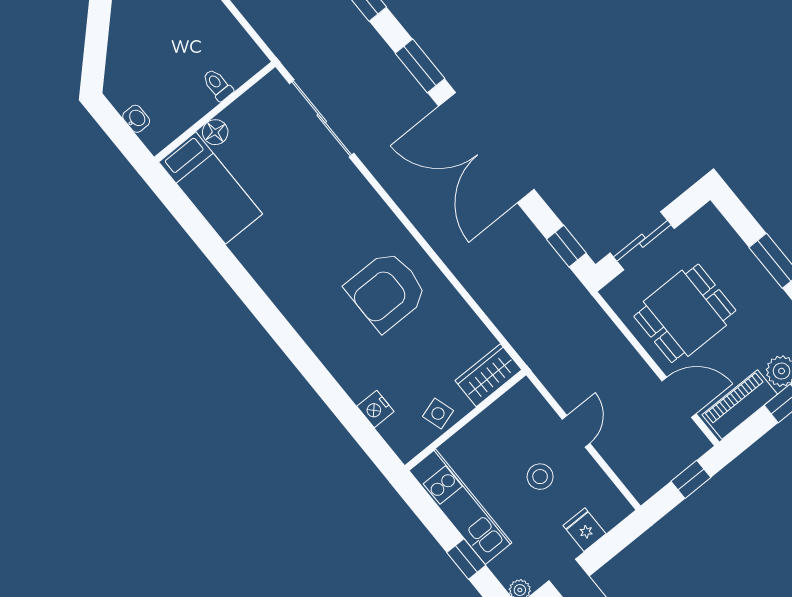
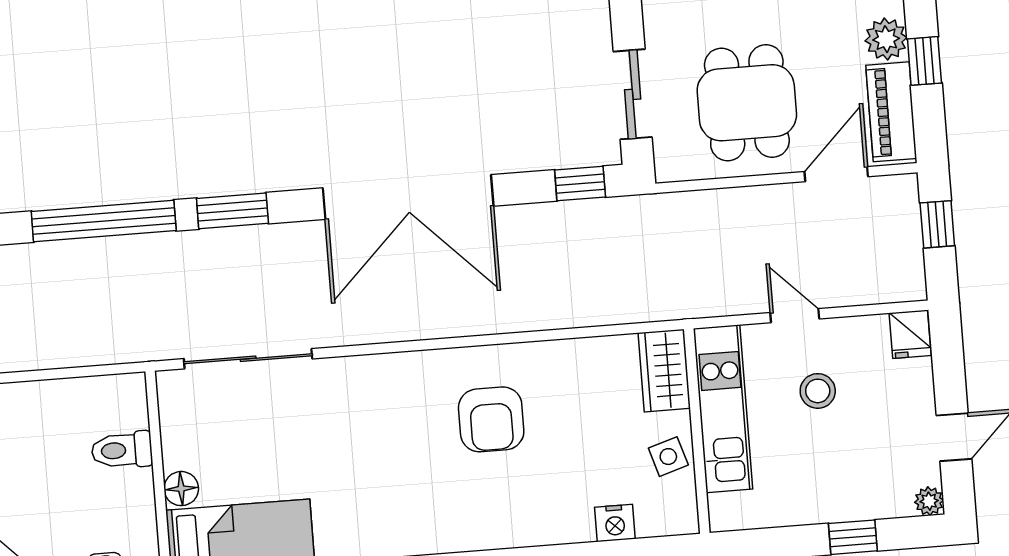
window: (420, 66) -> (232, 211), moved
toilet: (218, 85) -> (122, 450), width x1.37, depth x1.39
armchair: (387, 291) -> (491, 419), width x0.73, depth x0.73
kitchen unit: (460, 507) -> (723, 409), moved, turned 90
fridge: (584, 530) -> (910, 334), moved, turned -90

